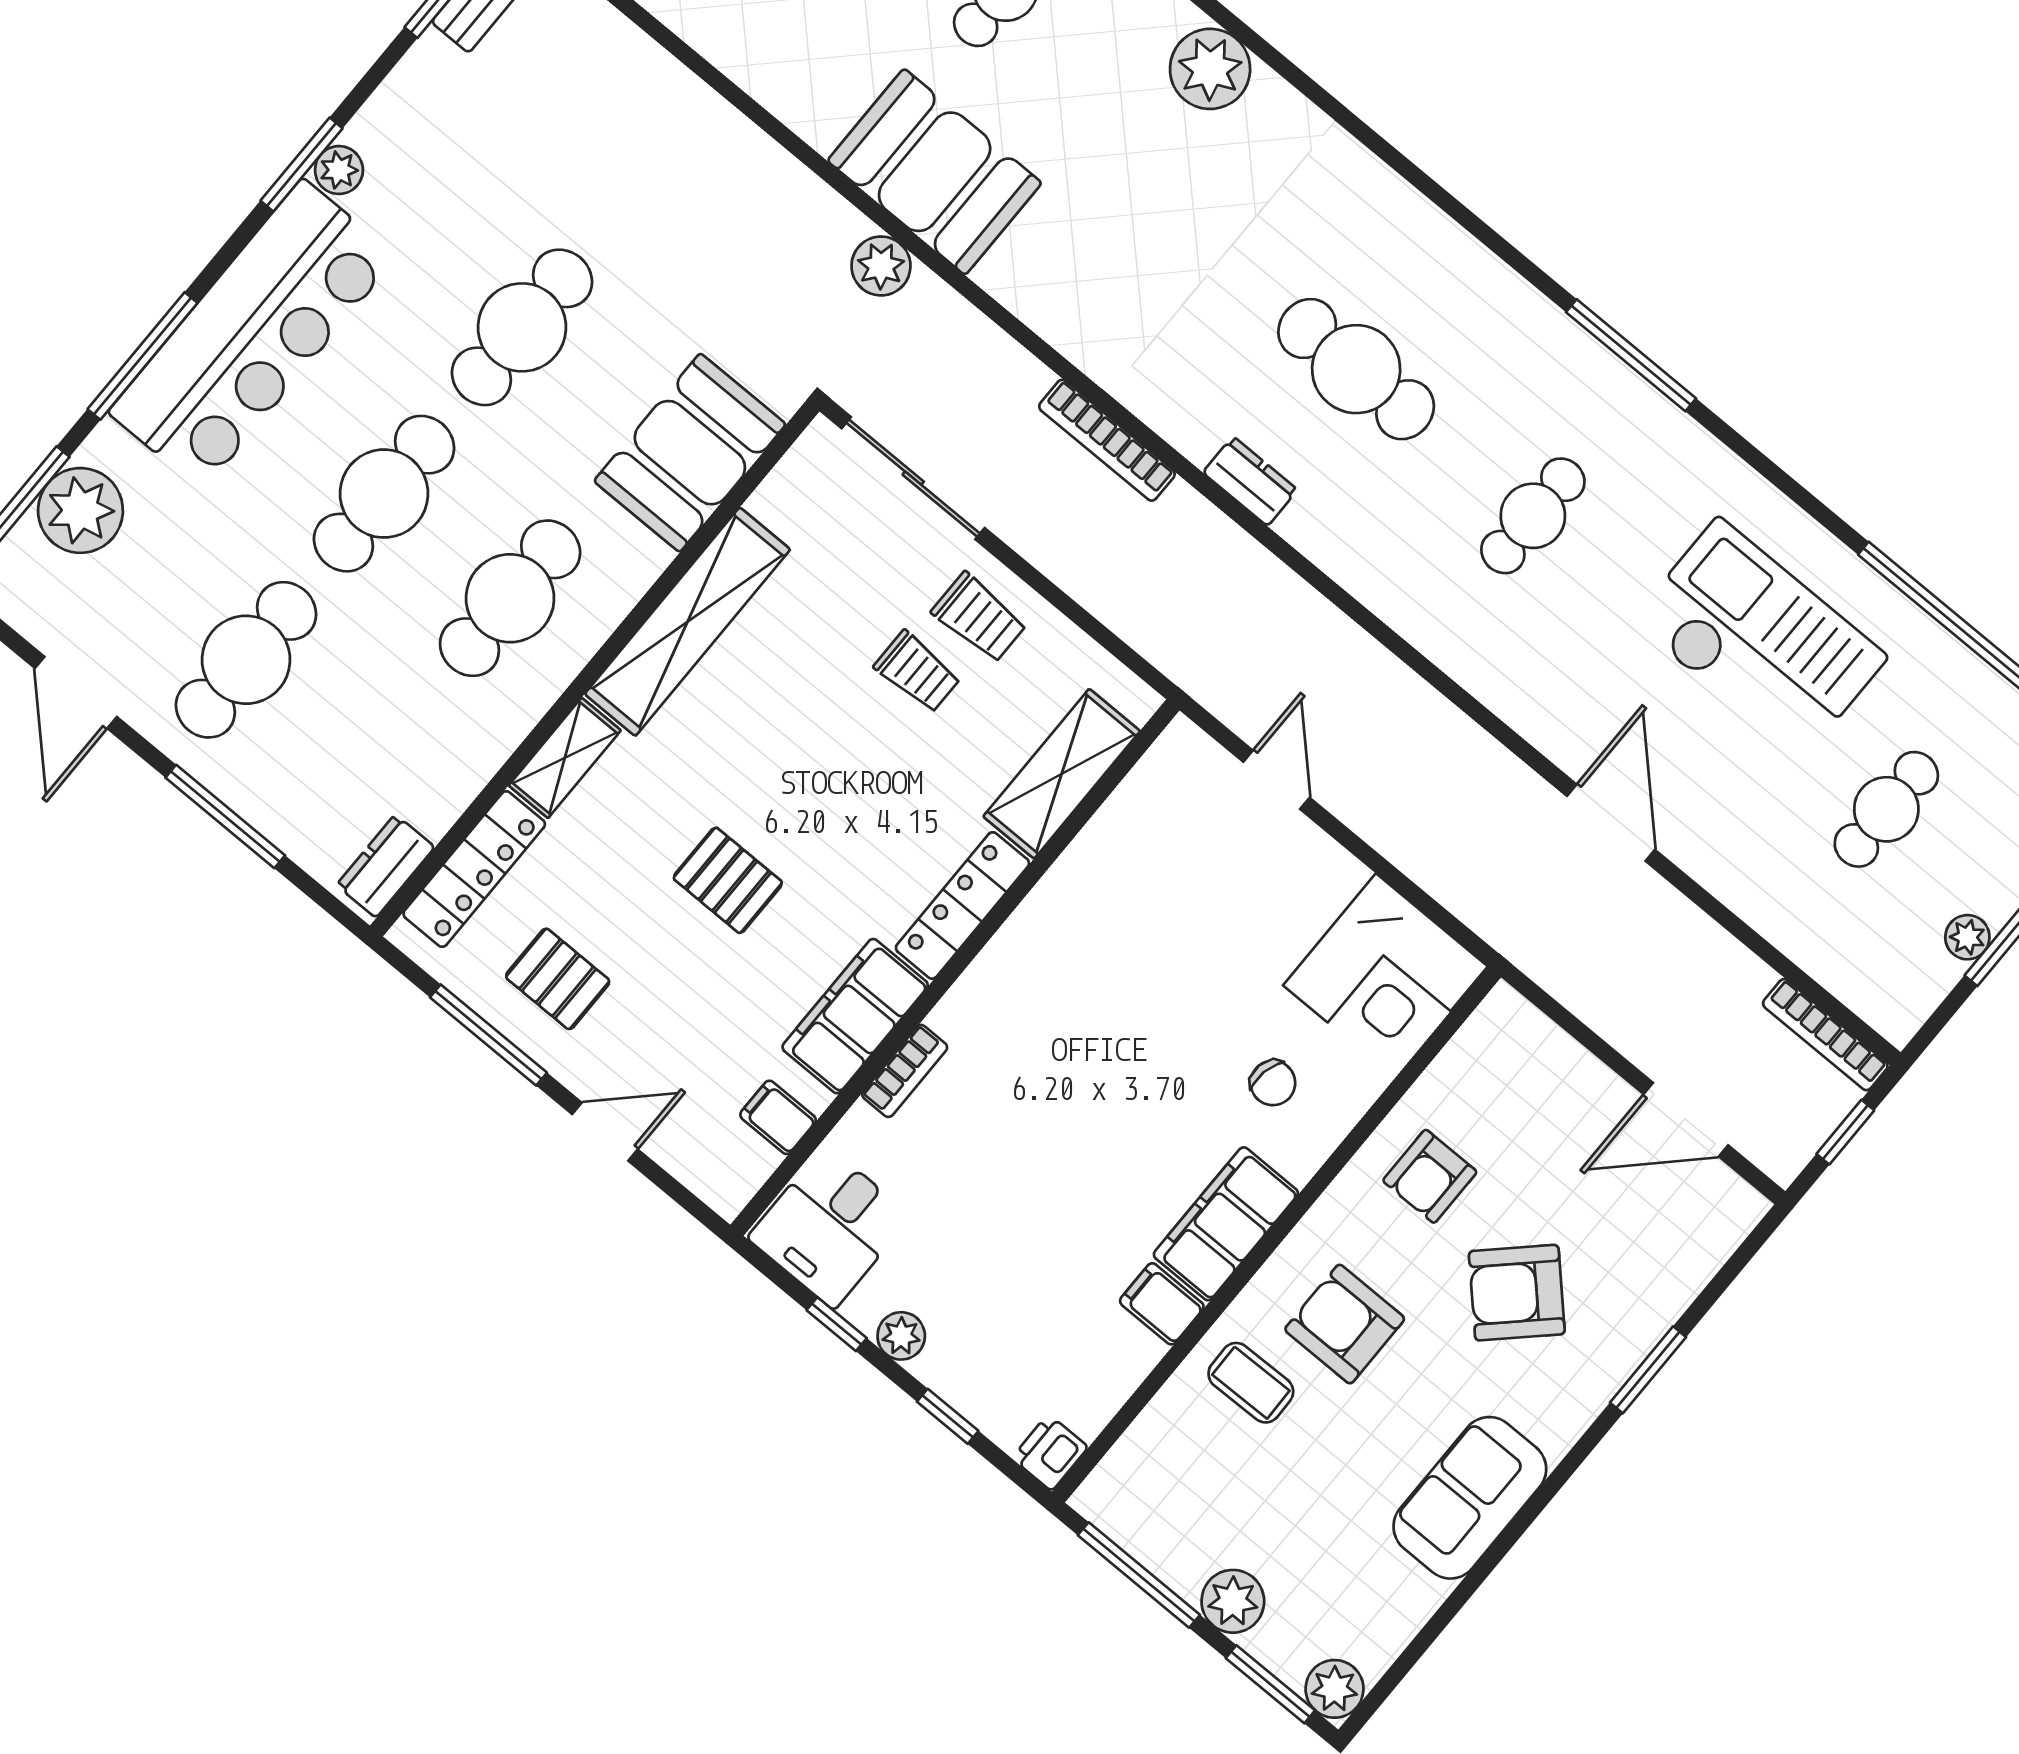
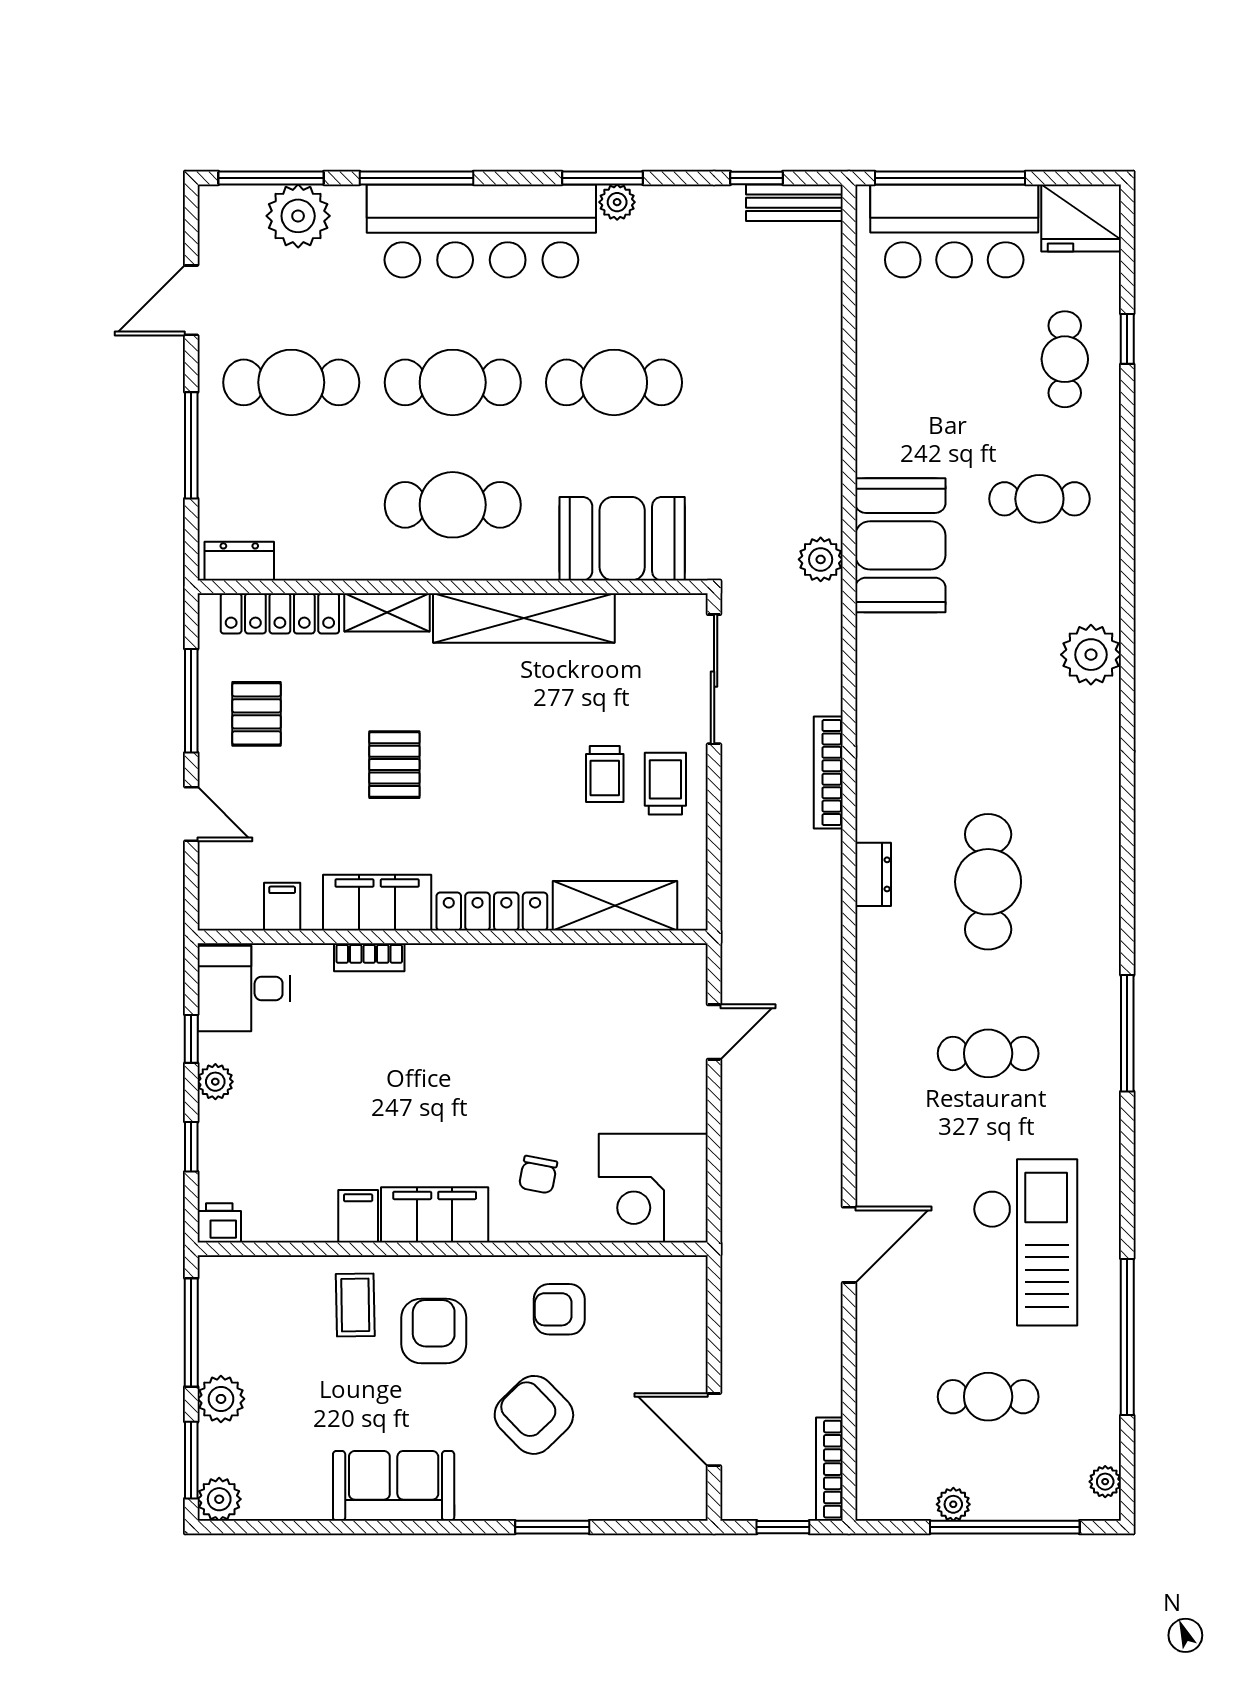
trolley: (979, 618) -> (665, 784), turned 180

